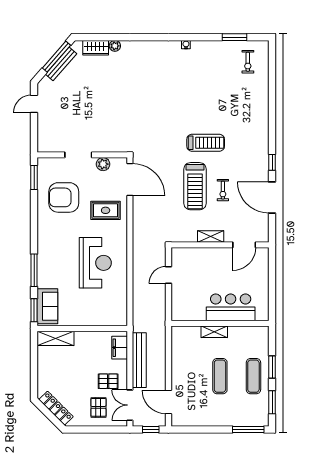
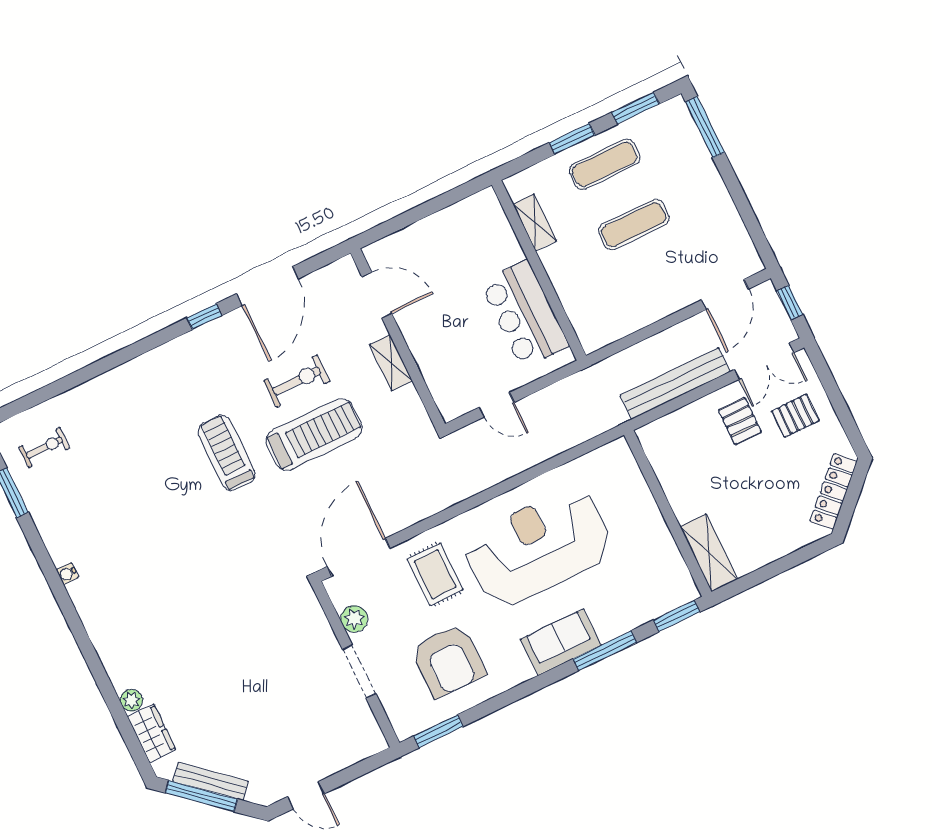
exercise bike: (223, 190) -> (297, 381), width x1.38, depth x1.39
reception desk: (95, 263) -> (538, 547), width x1.36, depth x1.30
sofa: (47, 306) -> (561, 642), moved
bar counter: (231, 307) -> (525, 314), moved
shelving: (214, 332) -> (535, 223), moved
filing cabinet: (120, 348) -> (670, 430), removed

